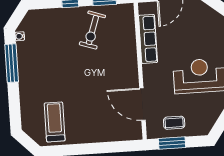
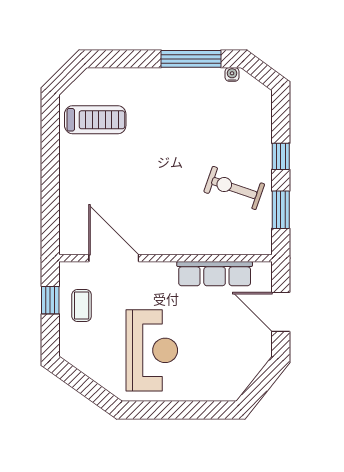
door: (142, 104) -> (114, 258), hinge flipped
window: (172, 143) -> (50, 300), width x0.67

